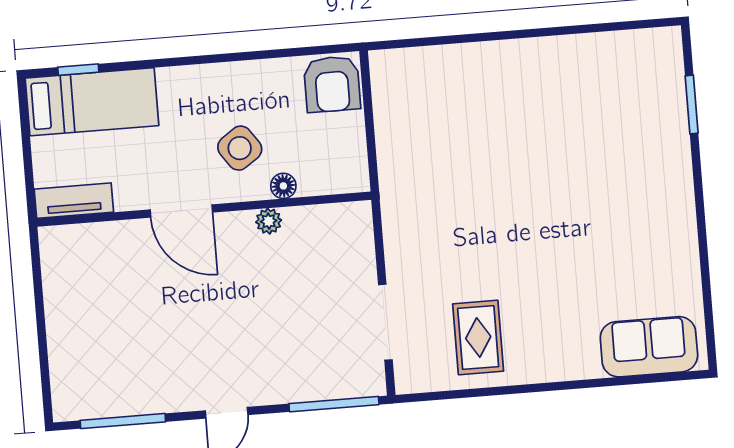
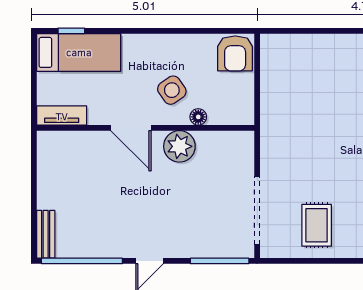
plant: (269, 221) -> (179, 146), width x1.88, depth x1.88
doorway: (385, 322) -> (257, 211), width x1.36
bench: (64, 385) -> (46, 234), added
window: (123, 421) -> (82, 261), width x1.46

